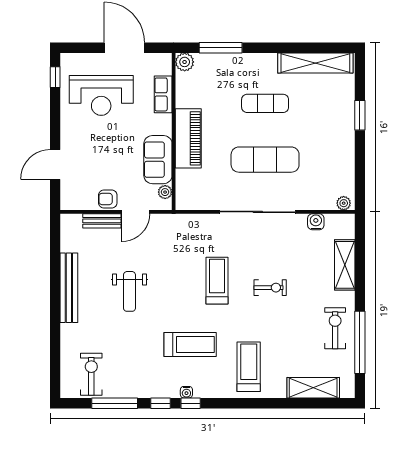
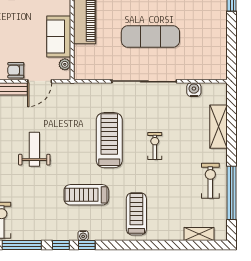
plant: (344, 203) -> (218, 74), removed
treadmill: (217, 281) -> (109, 140), width x1.37, depth x1.37
exercise bike: (270, 288) -> (155, 146), turned -90
weight bench: (129, 291) -> (34, 149), turned 180
treadmill: (190, 345) -> (86, 195), turned 180
shelving: (313, 388) -> (199, 234), width x0.67, depth x0.75

